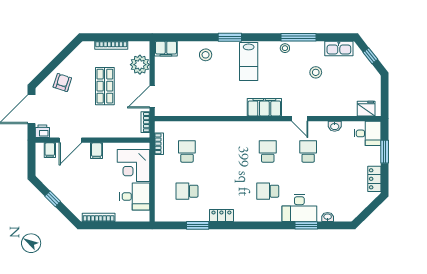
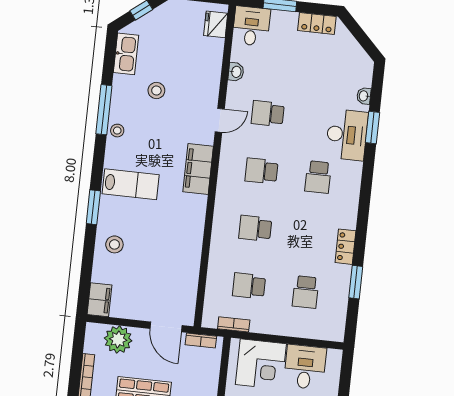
school desk: (227, 151) -> (255, 228), added

